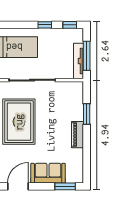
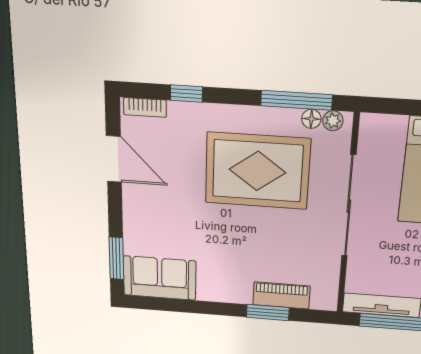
piano: (77, 135) -> (281, 295), moved
sofa: (48, 173) -> (160, 278), moved, turned -90

